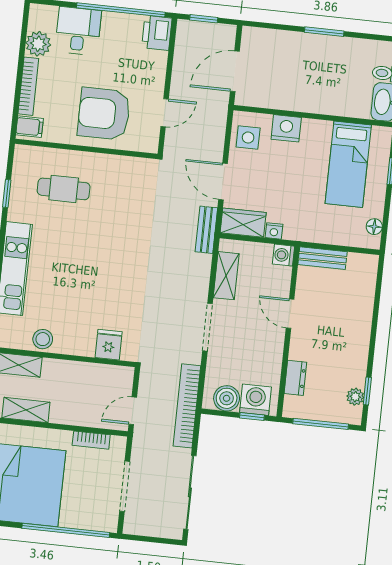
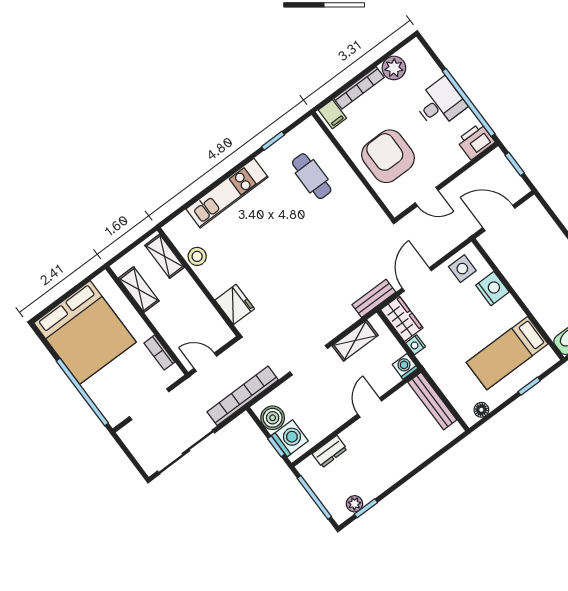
desk: (78, 31) -> (440, 103), moved
bench: (323, 258) -> (432, 401), width x1.36
fridge: (109, 345) -> (235, 304), width x1.38

